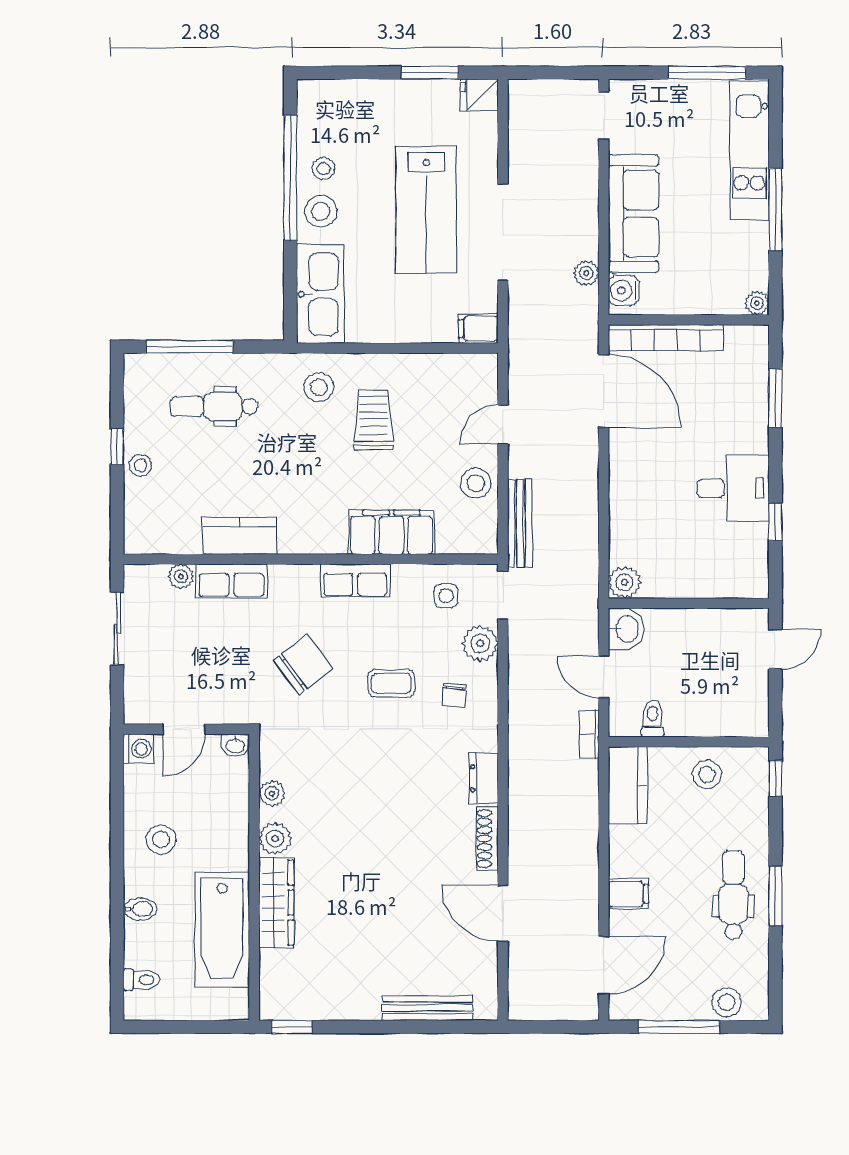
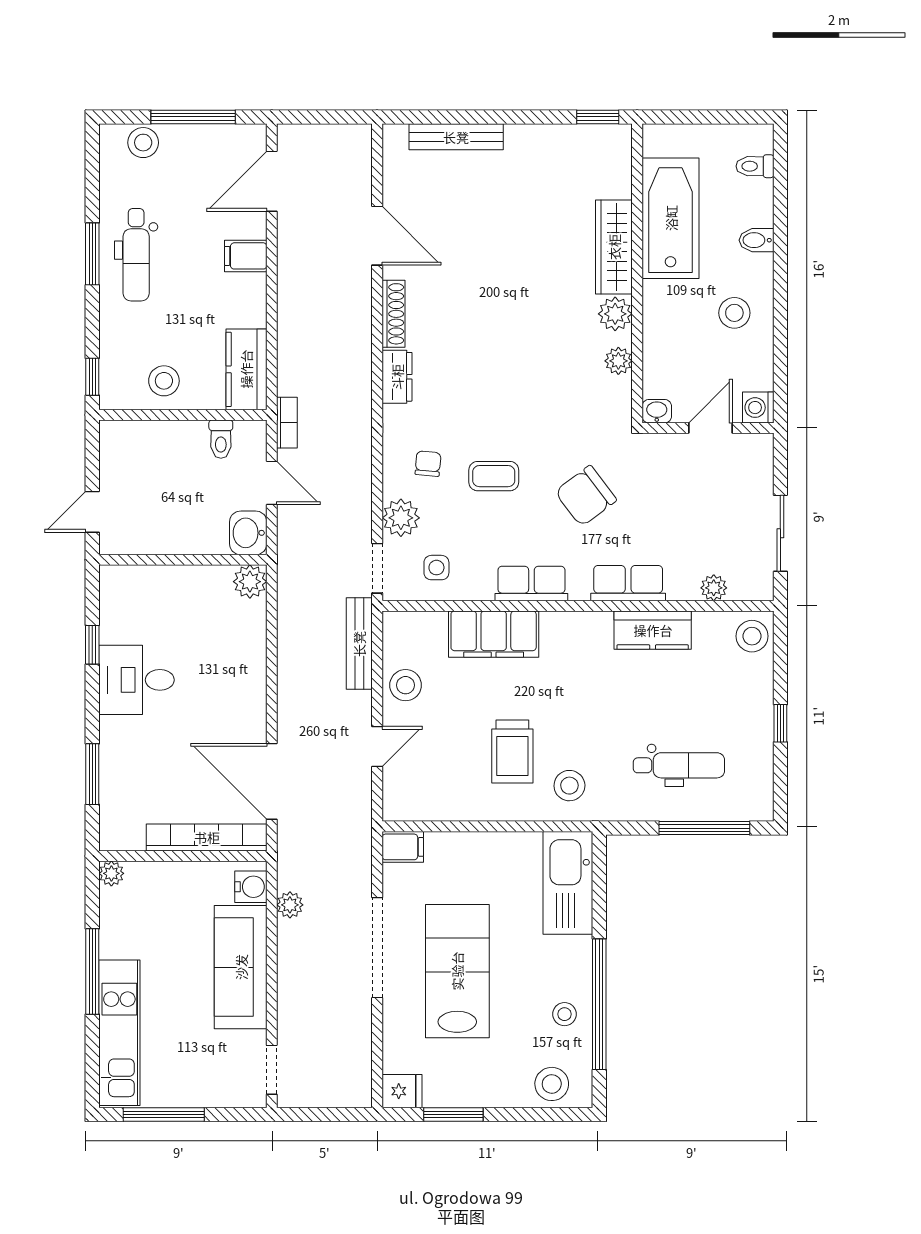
stool: (321, 211) -> (552, 1084), moved
stool: (140, 465) -> (752, 636), moved, width x1.37, depth x1.37
row of seats: (232, 581) -> (628, 583), moved

